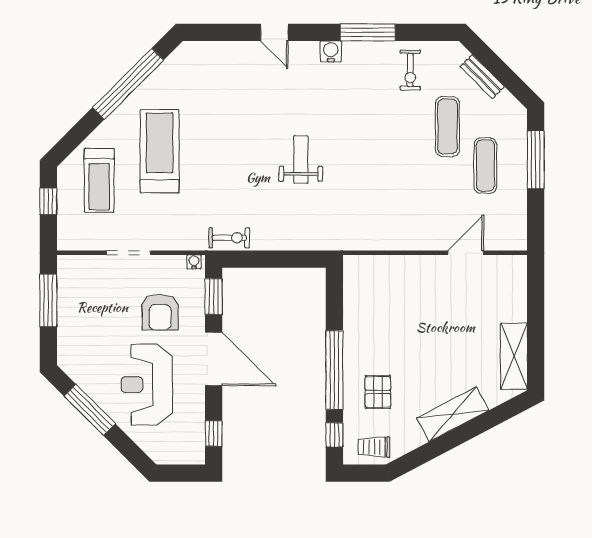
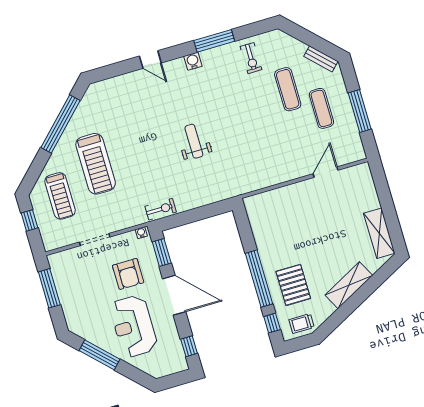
bench: (482, 77) -> (321, 59), moved
treadmill: (160, 151) -> (96, 164), turned 180
window: (536, 160) -> (360, 111), moved
pallet: (378, 392) -> (293, 285), width x1.50, depth x1.42

